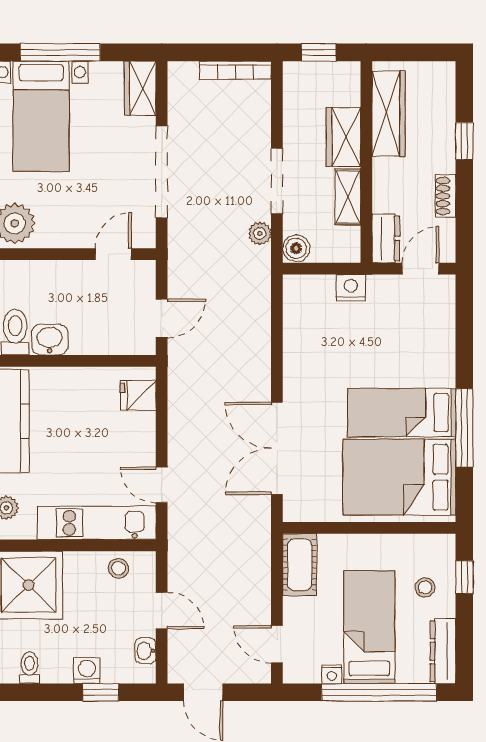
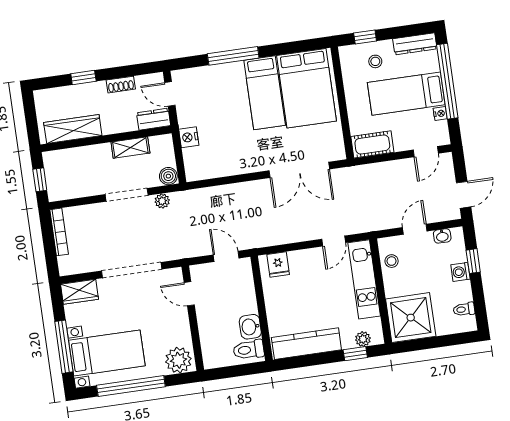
wardrobe: (343, 137) -> (92, 156), removed
window: (464, 428) -> (233, 56), moved

